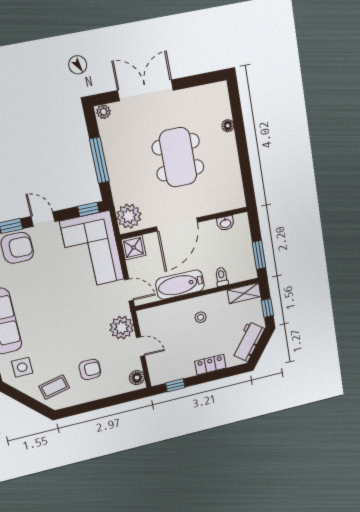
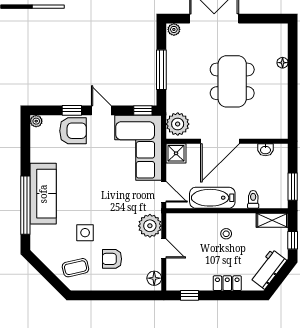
side table: (22, 367) -> (85, 233), moved
armchair: (90, 369) -> (112, 259), turned 180

